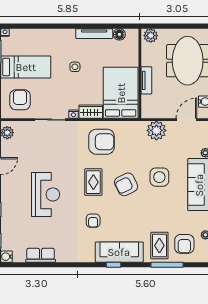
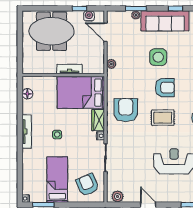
tv unit: (94, 34) -> (27, 132), moved
plant: (151, 36) -> (28, 65), removed
armchair: (20, 100) -> (87, 185), turned 67
plant: (156, 130) -> (111, 64), width x0.53, depth x0.53
armchair: (126, 184) -> (165, 88), turned -64

